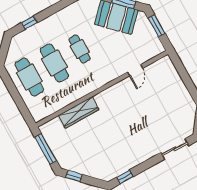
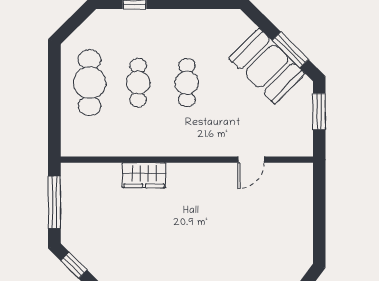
cafe table: (54, 63) -> (138, 83), width x0.73, depth x0.74
wardrobe: (79, 112) -> (144, 175), width x0.67

